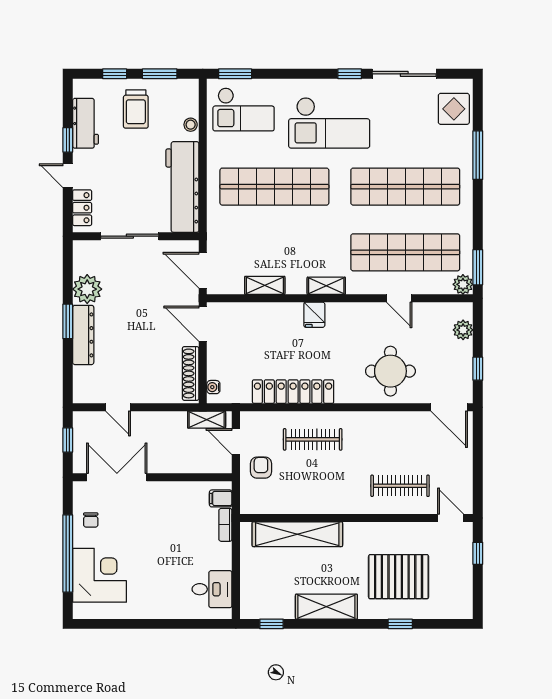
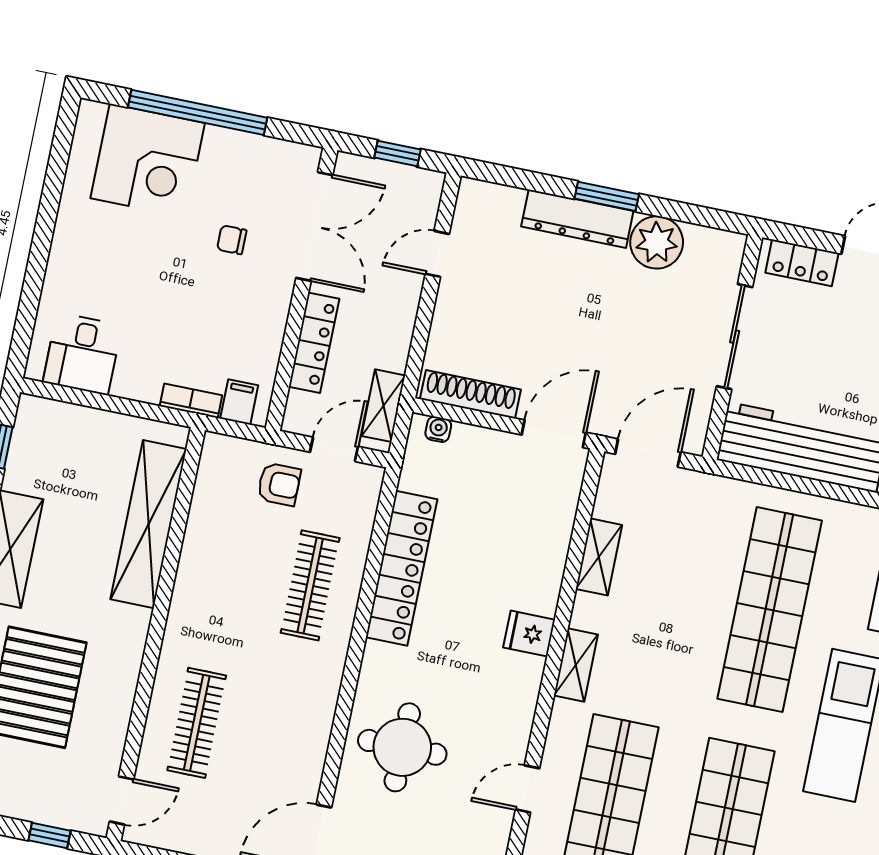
locker: (180, 464) -> (314, 343), added
chair: (91, 520) -> (232, 240), moved

